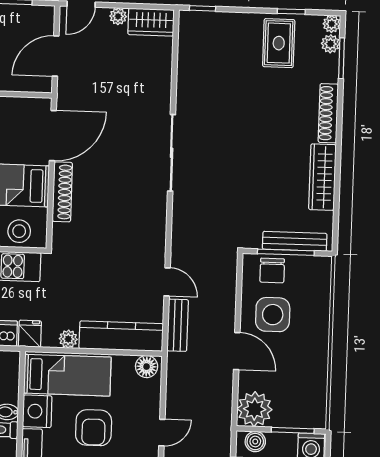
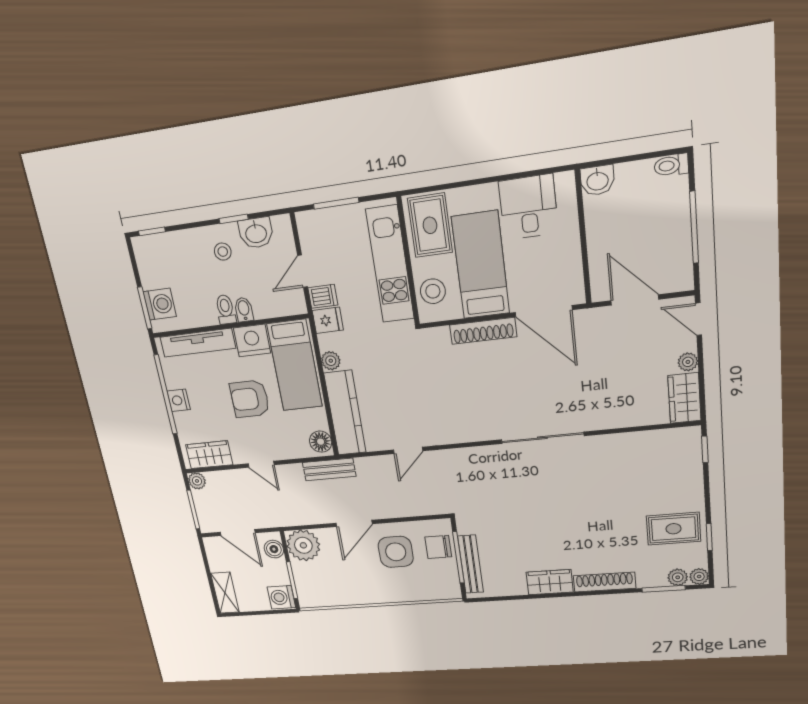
wardrobe: (322, 177) -> (550, 582), width x0.67
bench: (178, 325) -> (329, 469), moved

